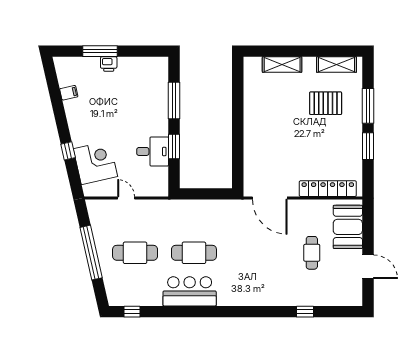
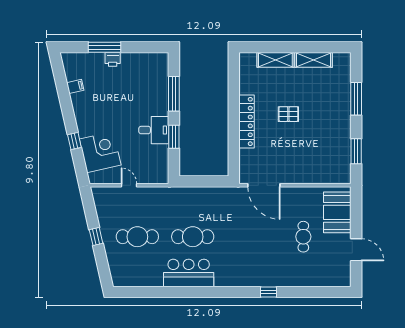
shelving: (336, 65) -> (314, 60), moved
pallet: (326, 103) -> (288, 114), moved, width x0.67, depth x0.71
window: (368, 146) -> (356, 151), moved
desk: (153, 151) -> (154, 130), moved
locker: (328, 189) -> (247, 121), moved, turned 90
window: (91, 253) -> (96, 237), width x0.32
window: (132, 312) -> (134, 292), removed
window: (305, 312) -> (269, 292), moved

